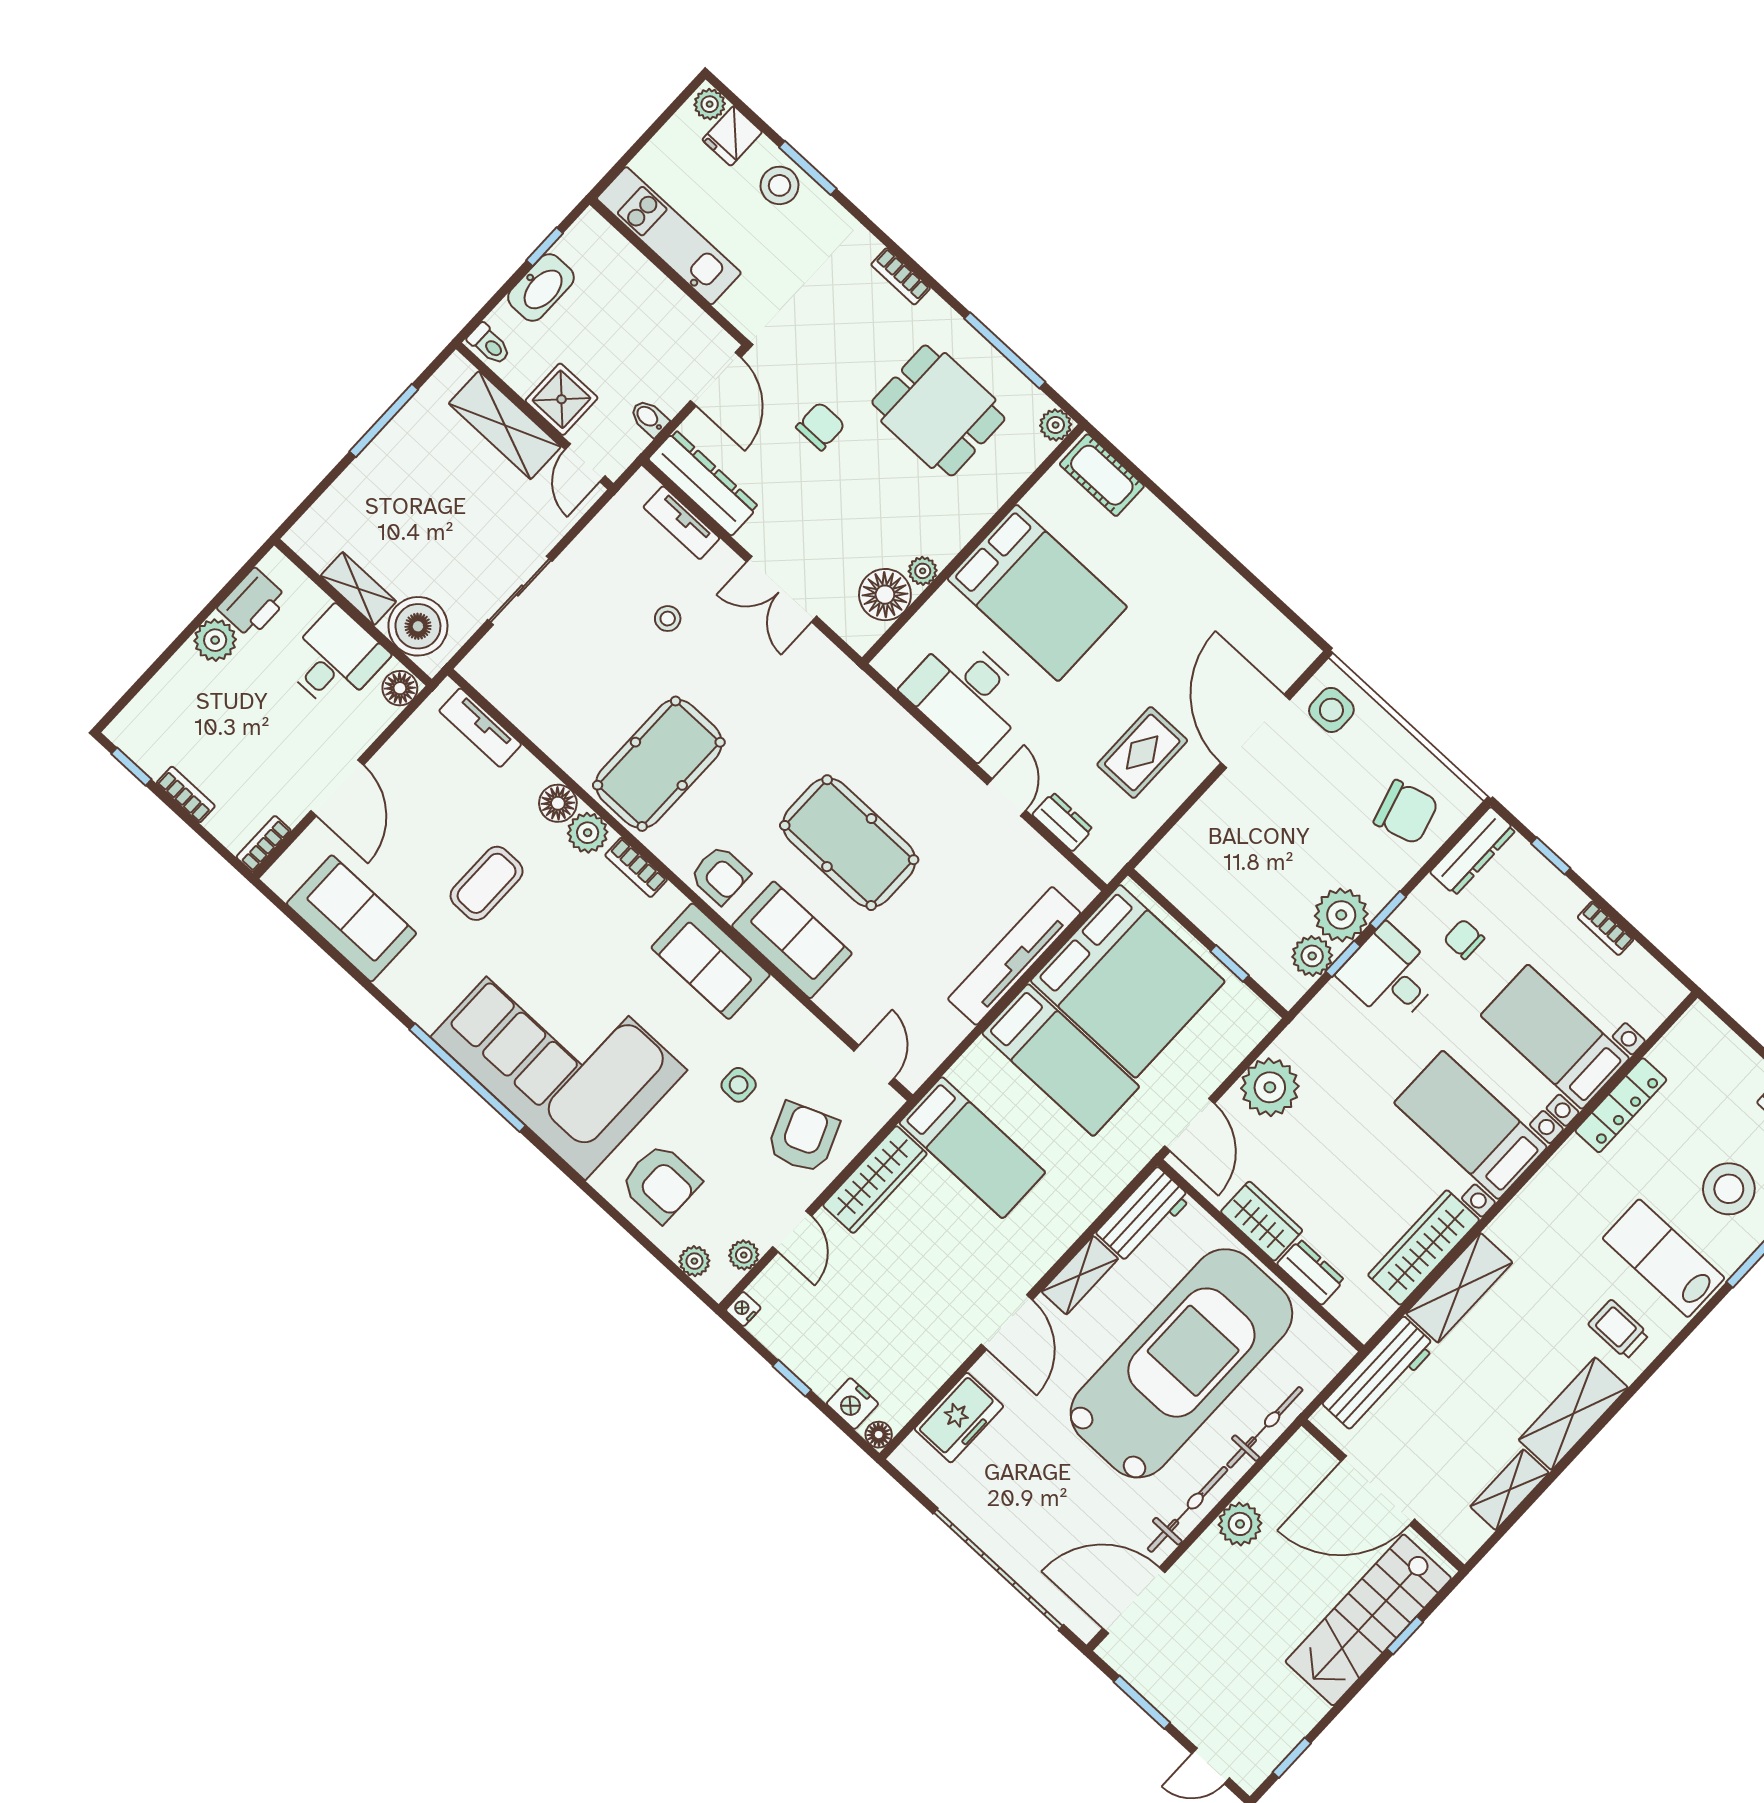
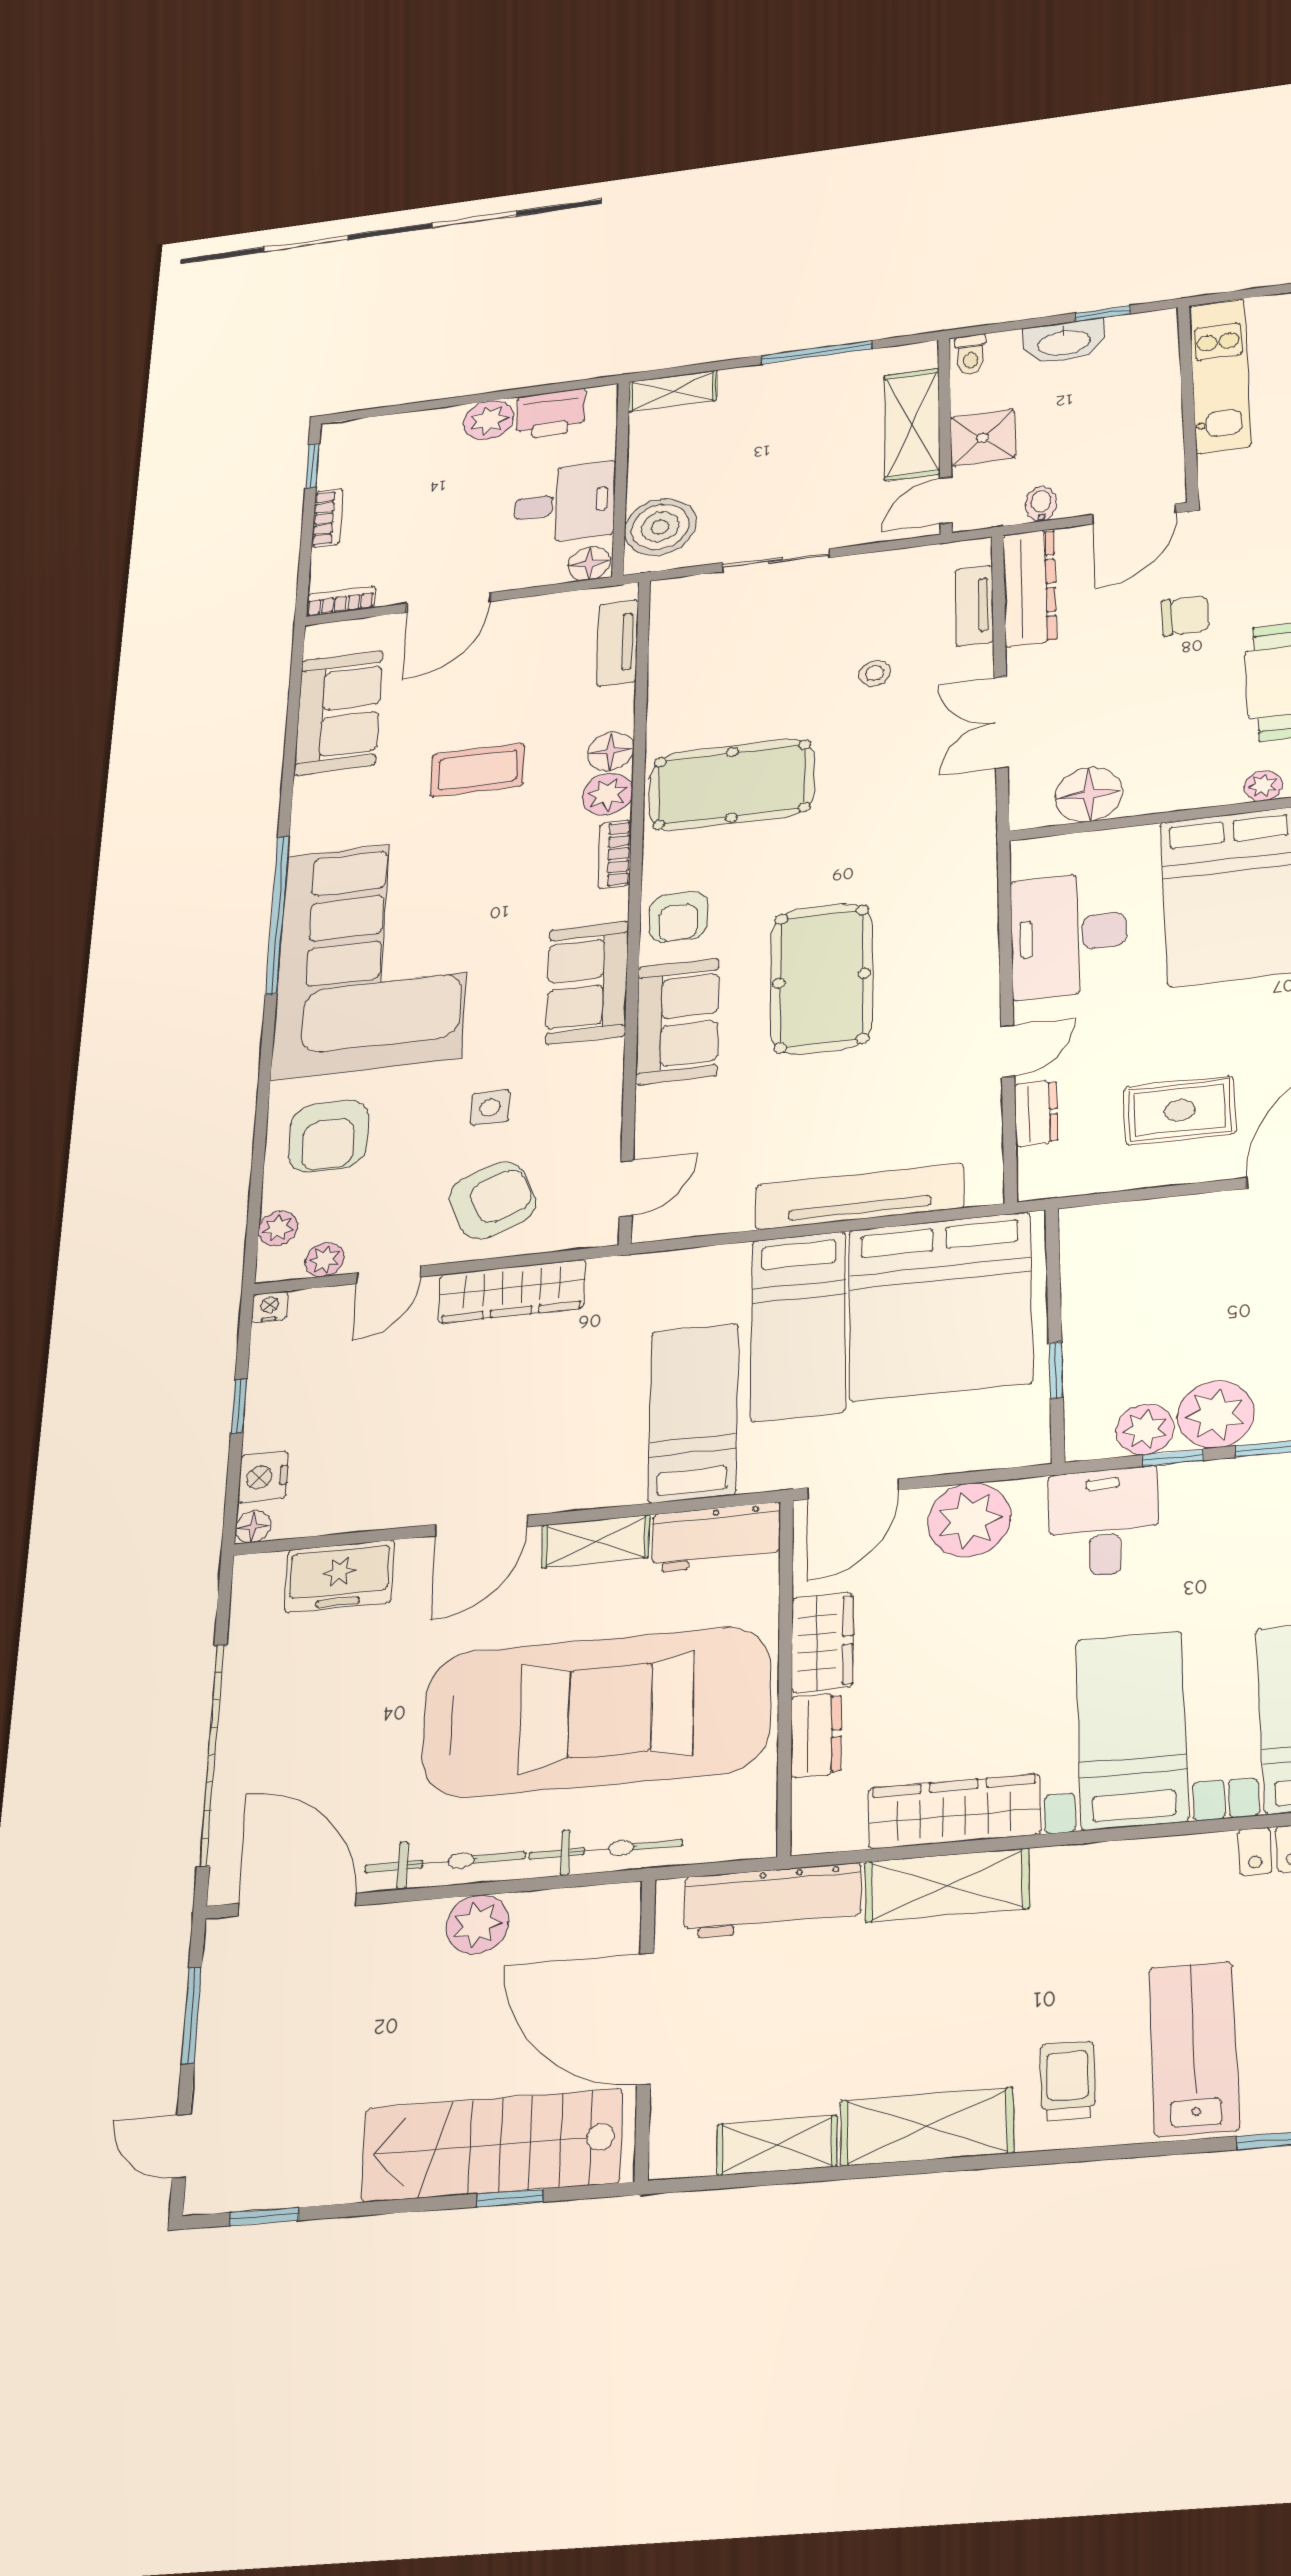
plant: (923, 571) -> (1263, 786), moved
shelving: (358, 589) -> (673, 391), moved, turned 90
desk: (1390, 975) -> (1104, 1522), moved
bed: (972, 1148) -> (693, 1413), moved, turned 180

